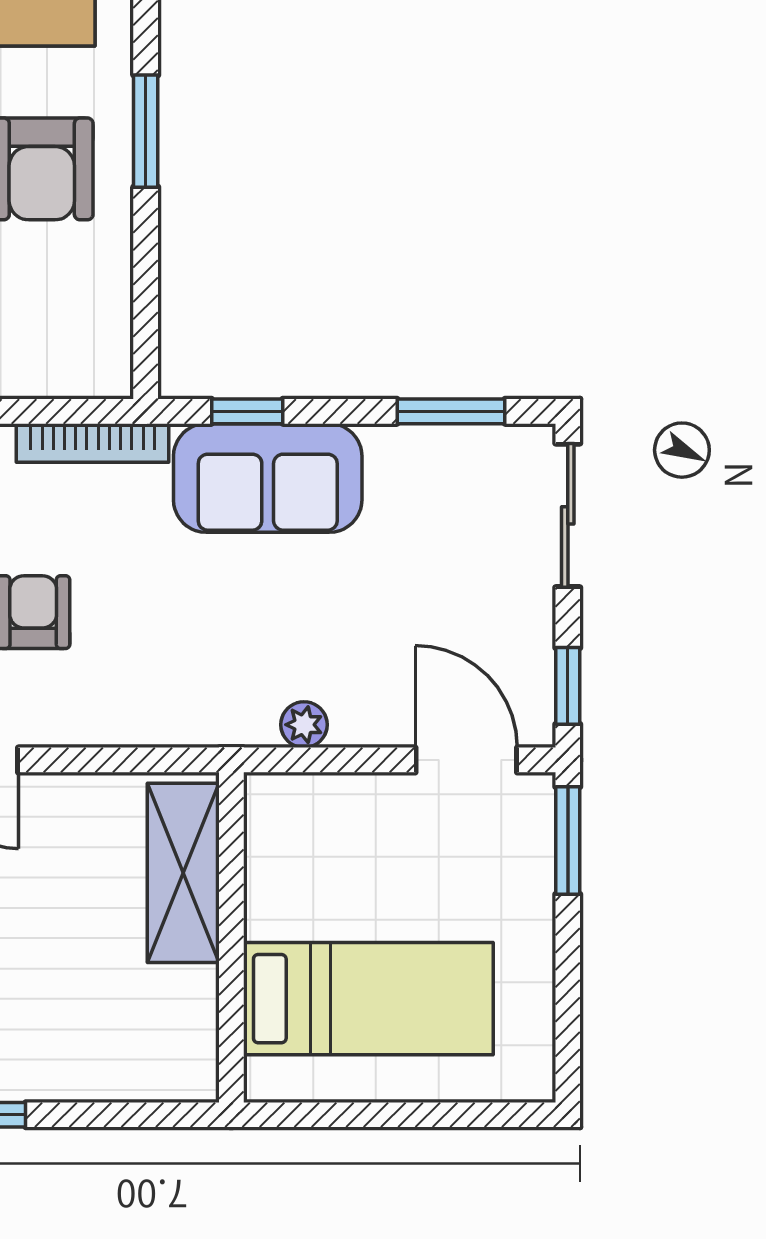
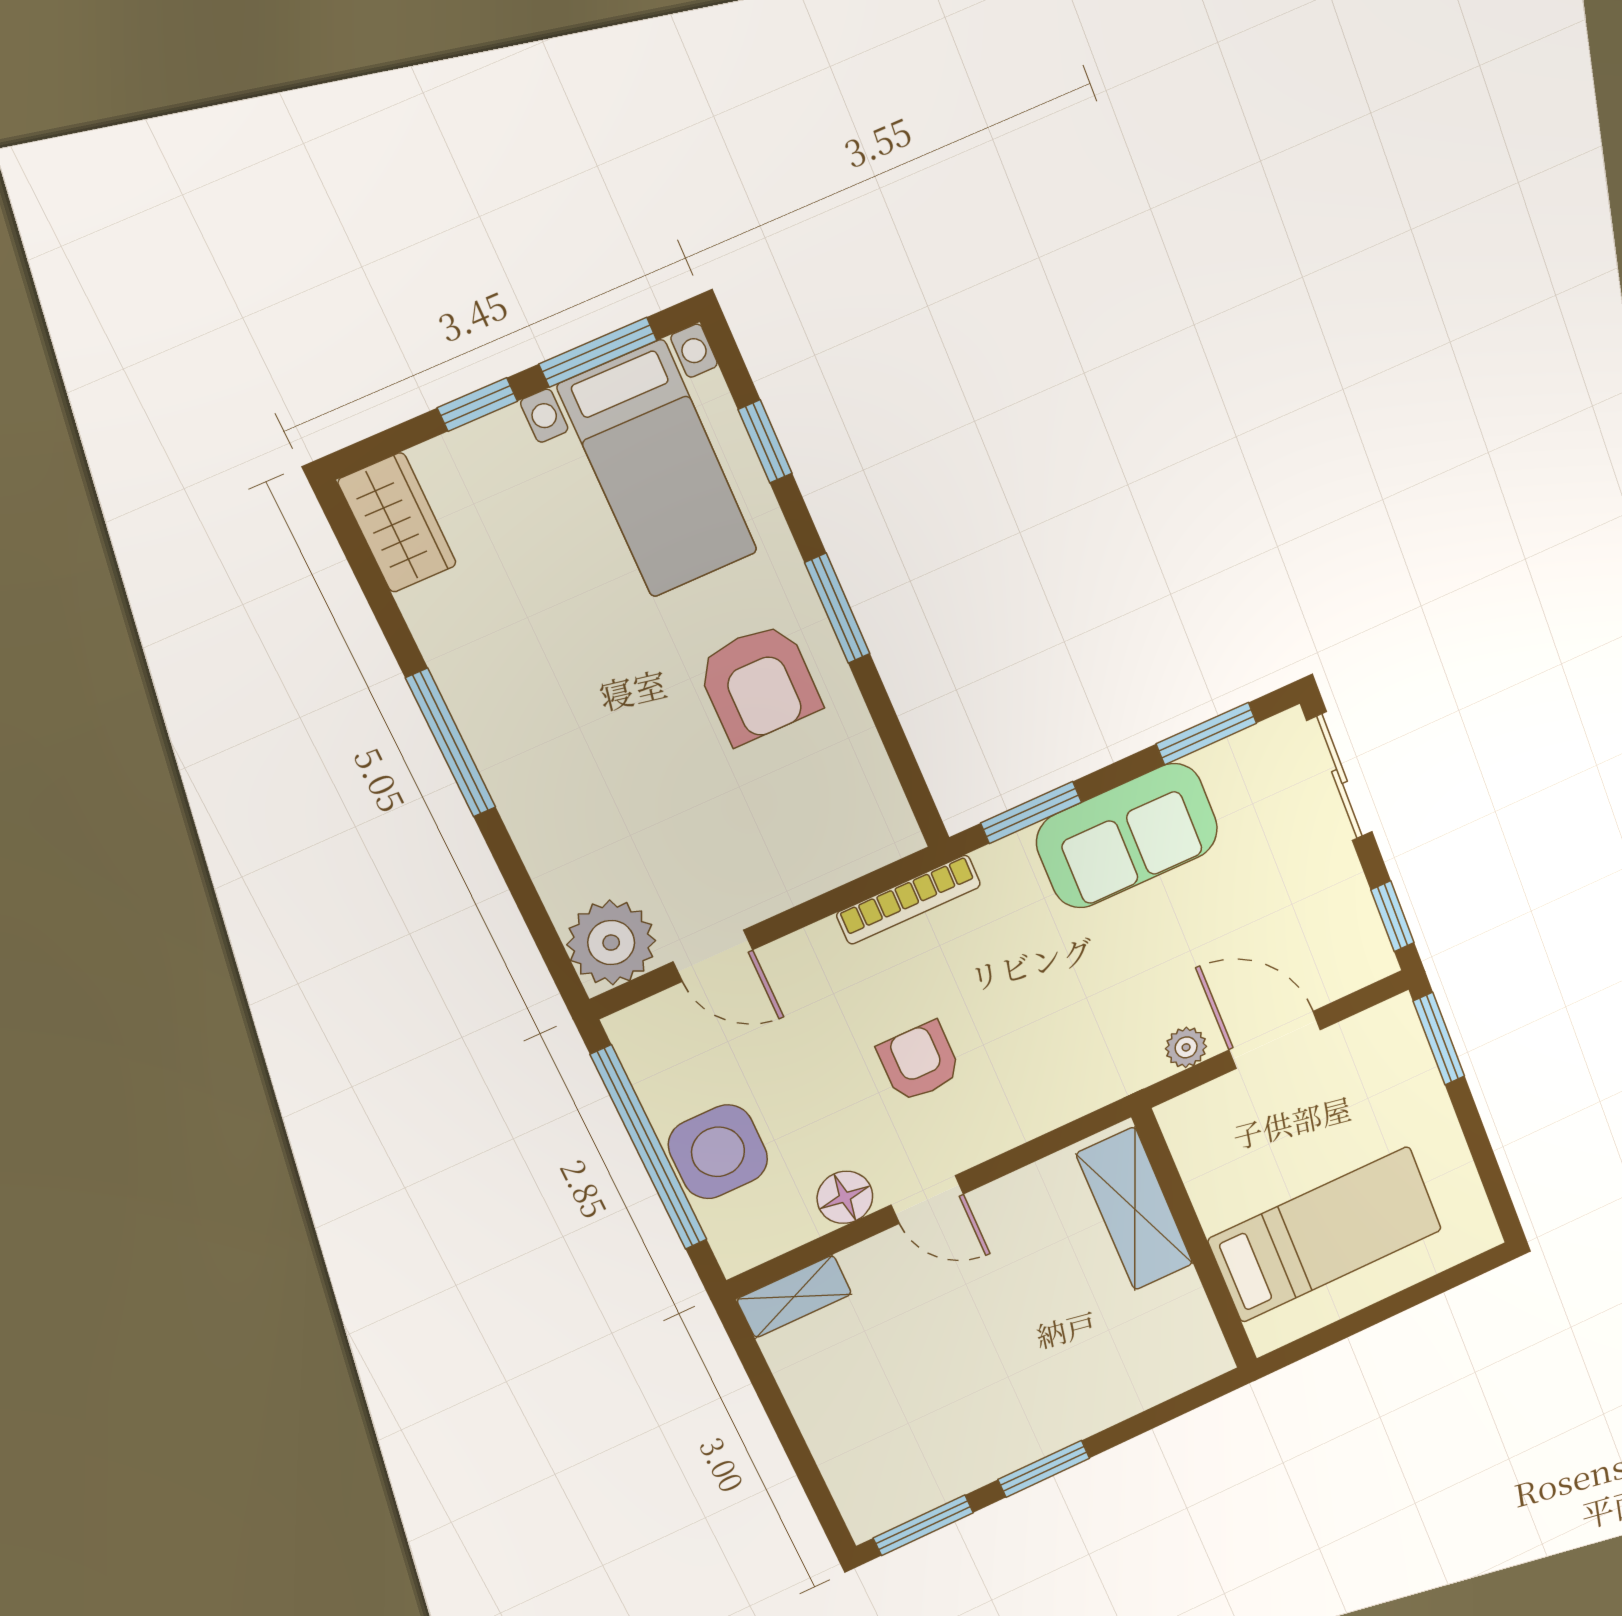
window: (247, 411) -> (1031, 813), width x1.50
sofa: (268, 478) -> (1127, 836), moved
door: (466, 760) -> (1275, 1040), moved

